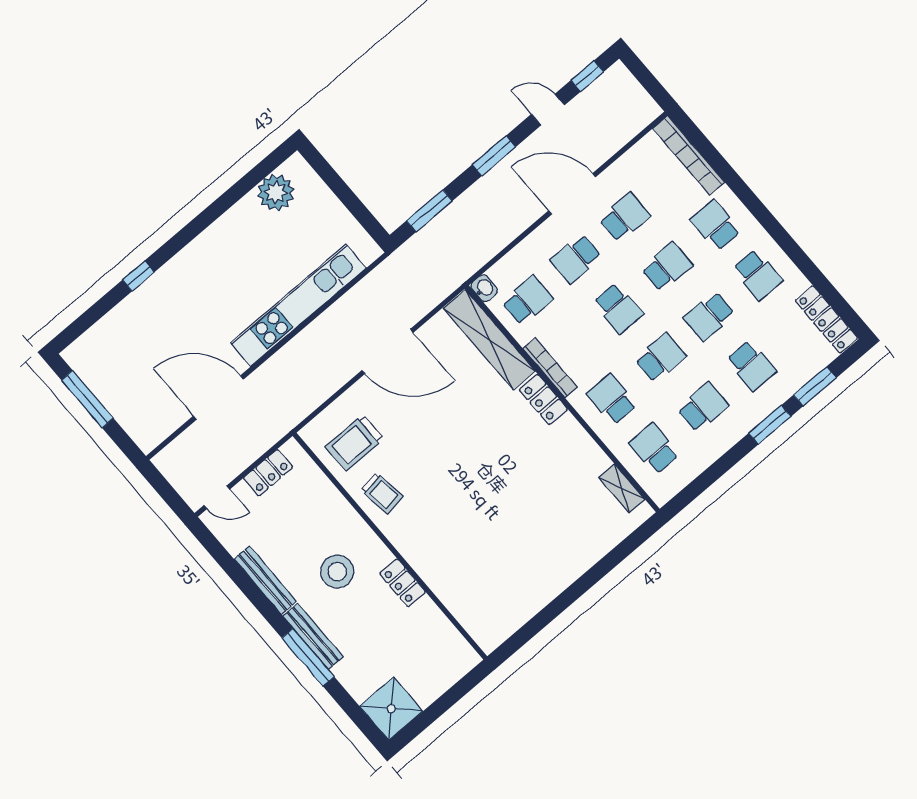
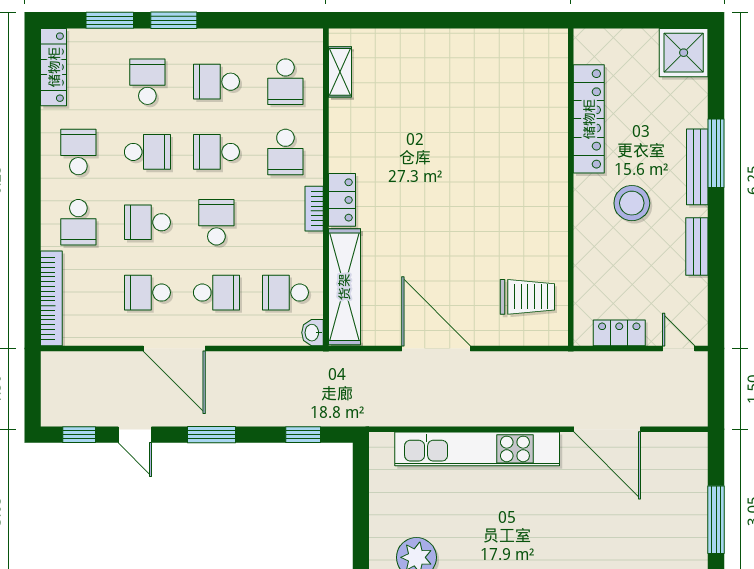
window: (429, 211) -> (303, 435), width x0.67
bookcase: (550, 368) -> (314, 209), width x0.64
trolley: (382, 493) -> (540, 236), removed
bench: (265, 580) -> (697, 246), width x0.73
locker: (403, 583) -> (589, 119), width x2.16, depth x1.21

